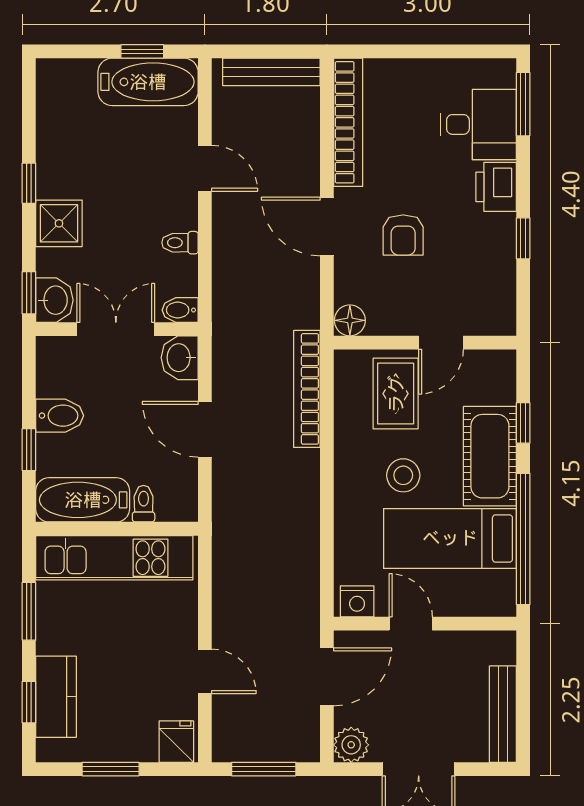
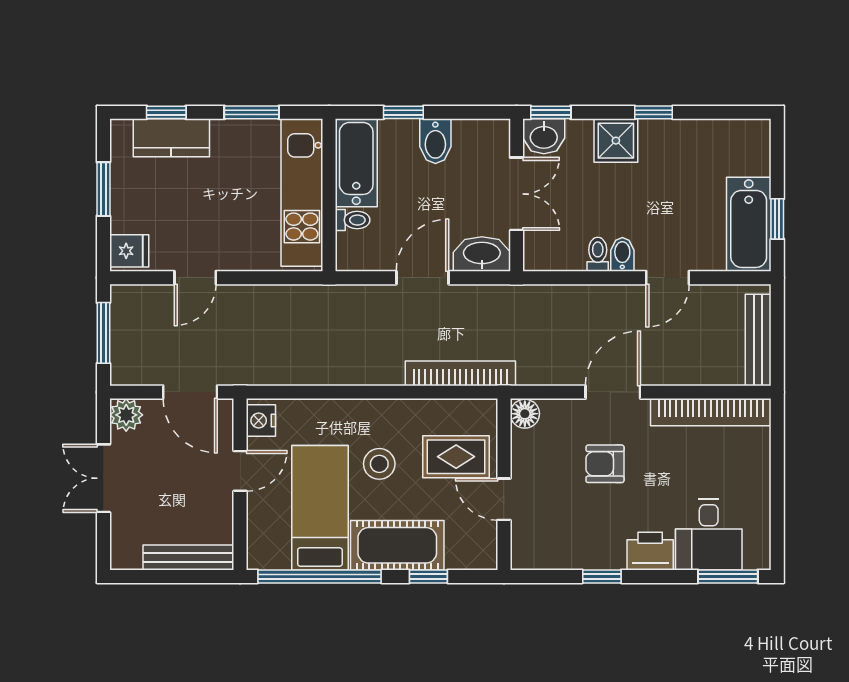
bidet: (180, 310) -> (622, 254), moved
washbasin: (180, 358) -> (482, 254), width x1.38
bench: (503, 714) -> (188, 557), moved

